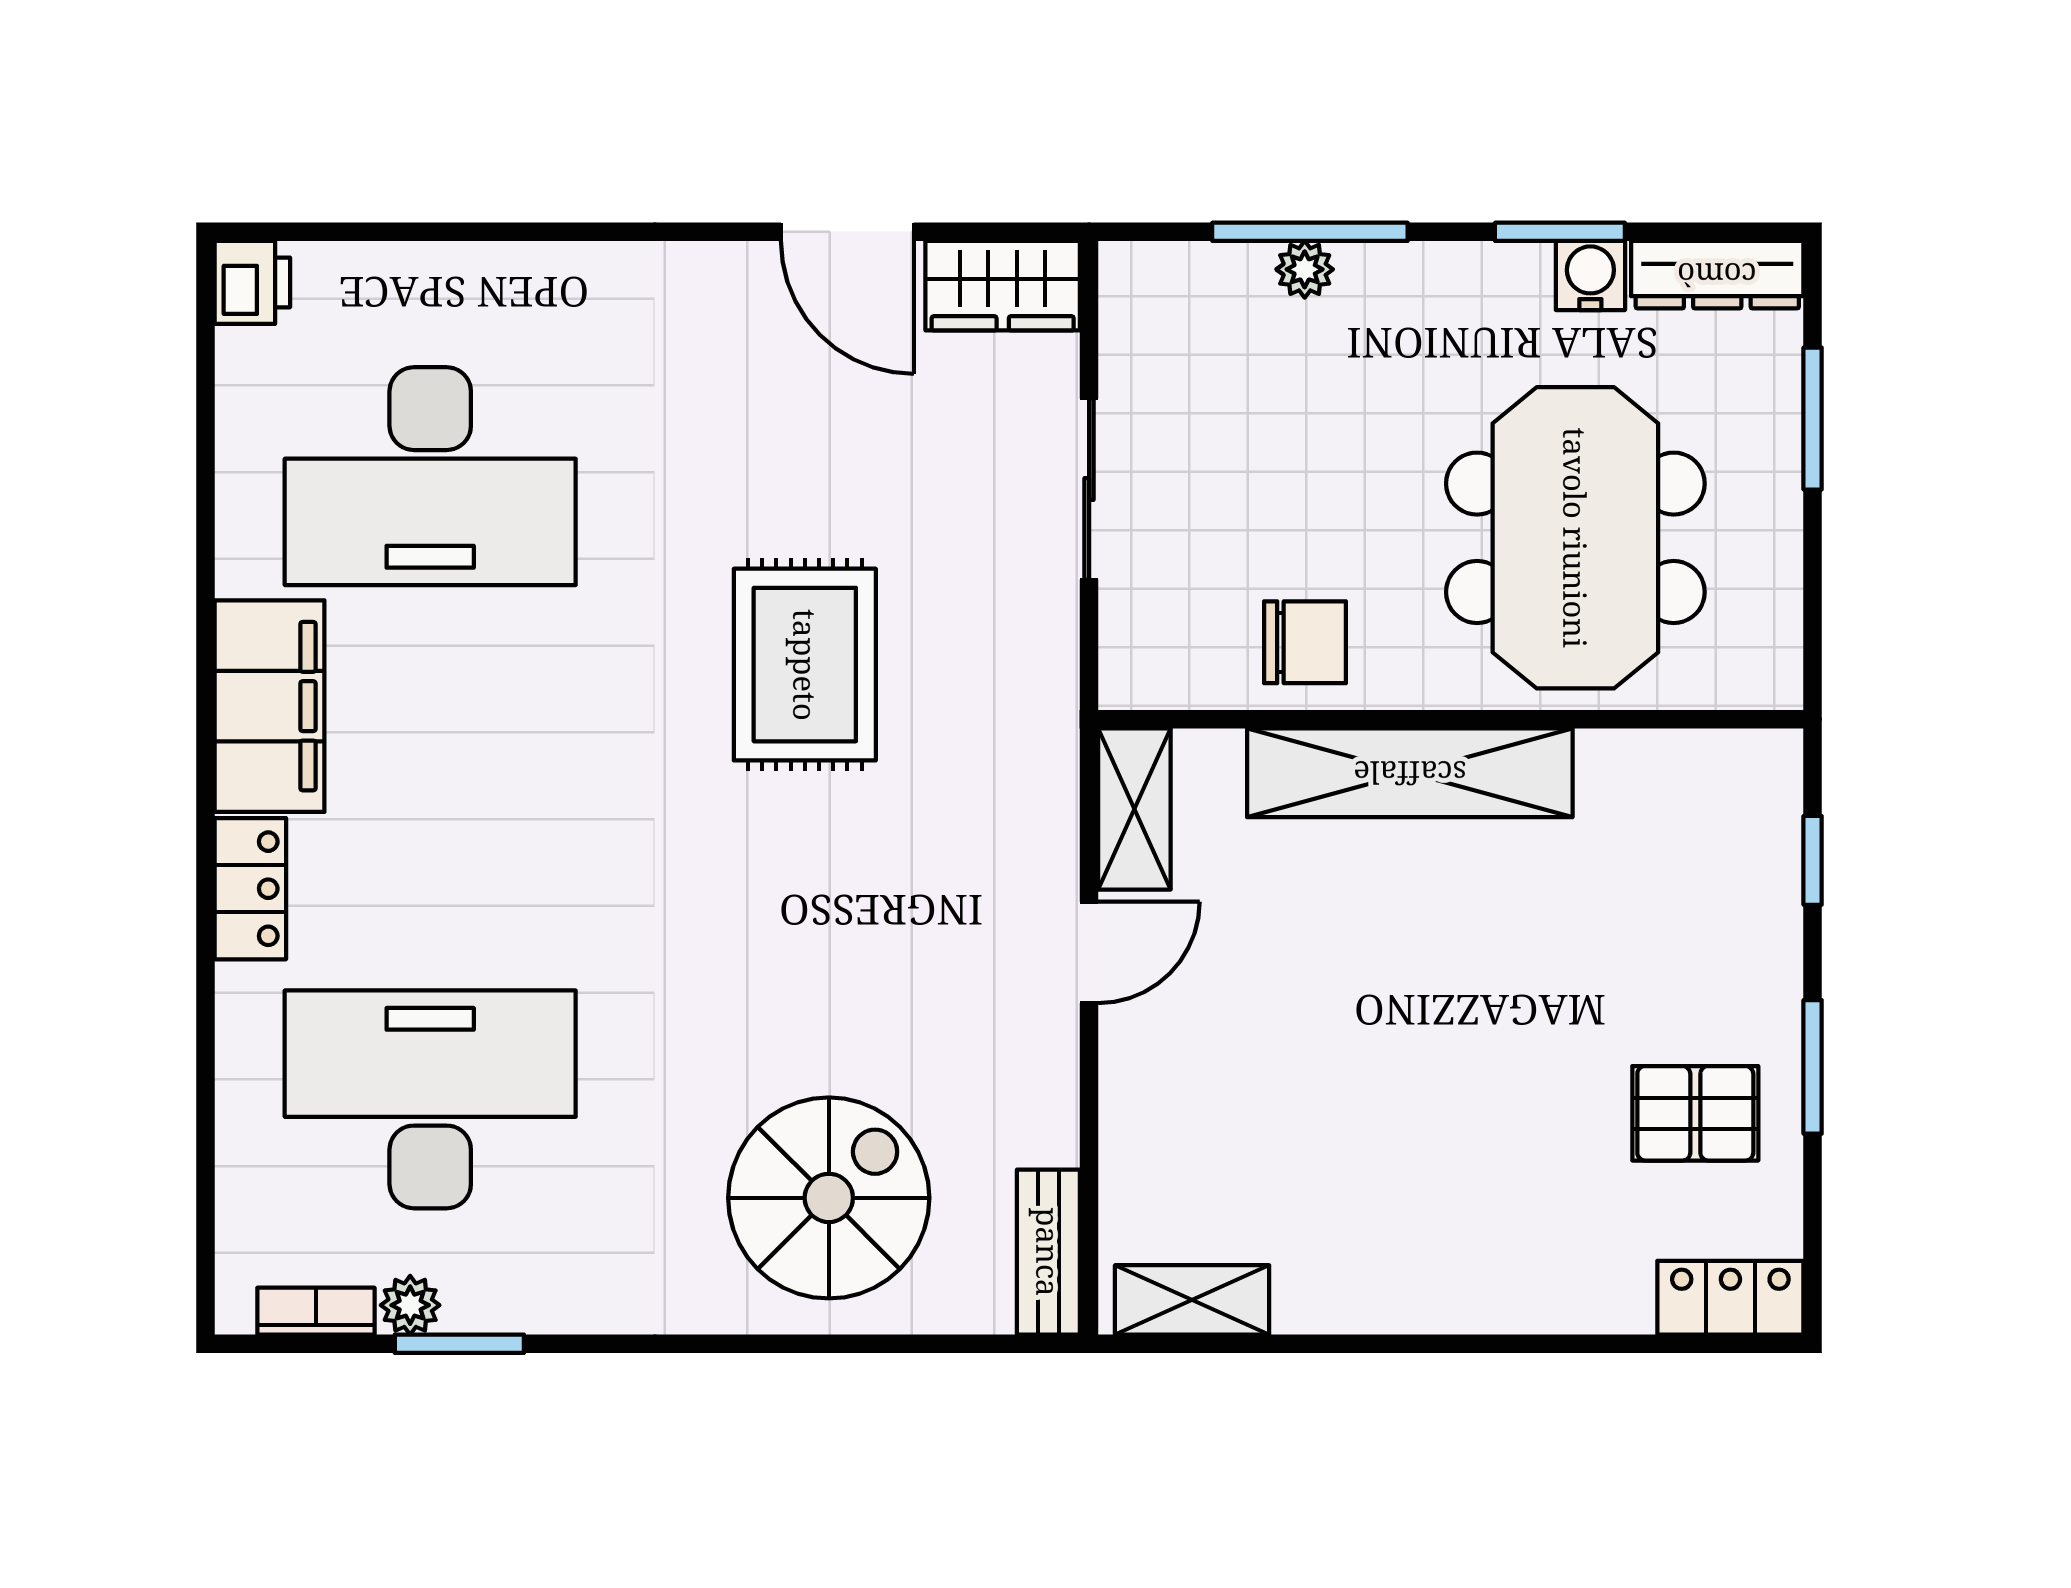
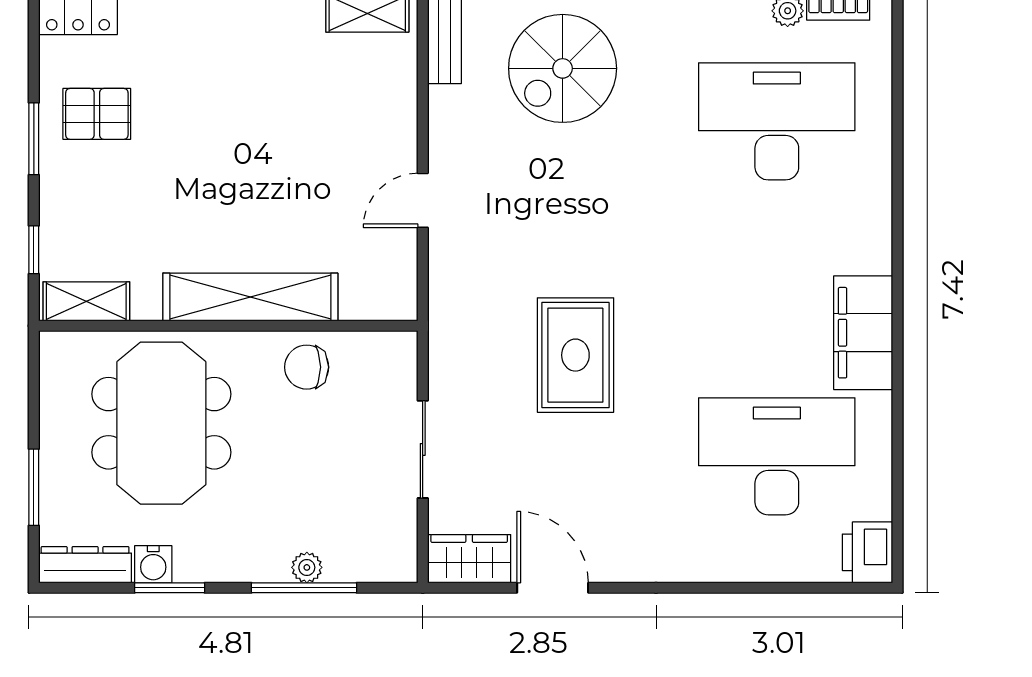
printer: (252, 282) -> (868, 552), width x1.36, depth x1.24
shelving: (1134, 809) -> (86, 301), moved, turned 90
locker: (250, 889) -> (873, 235), removed
desk: (430, 1099) -> (777, 121), turned 180

